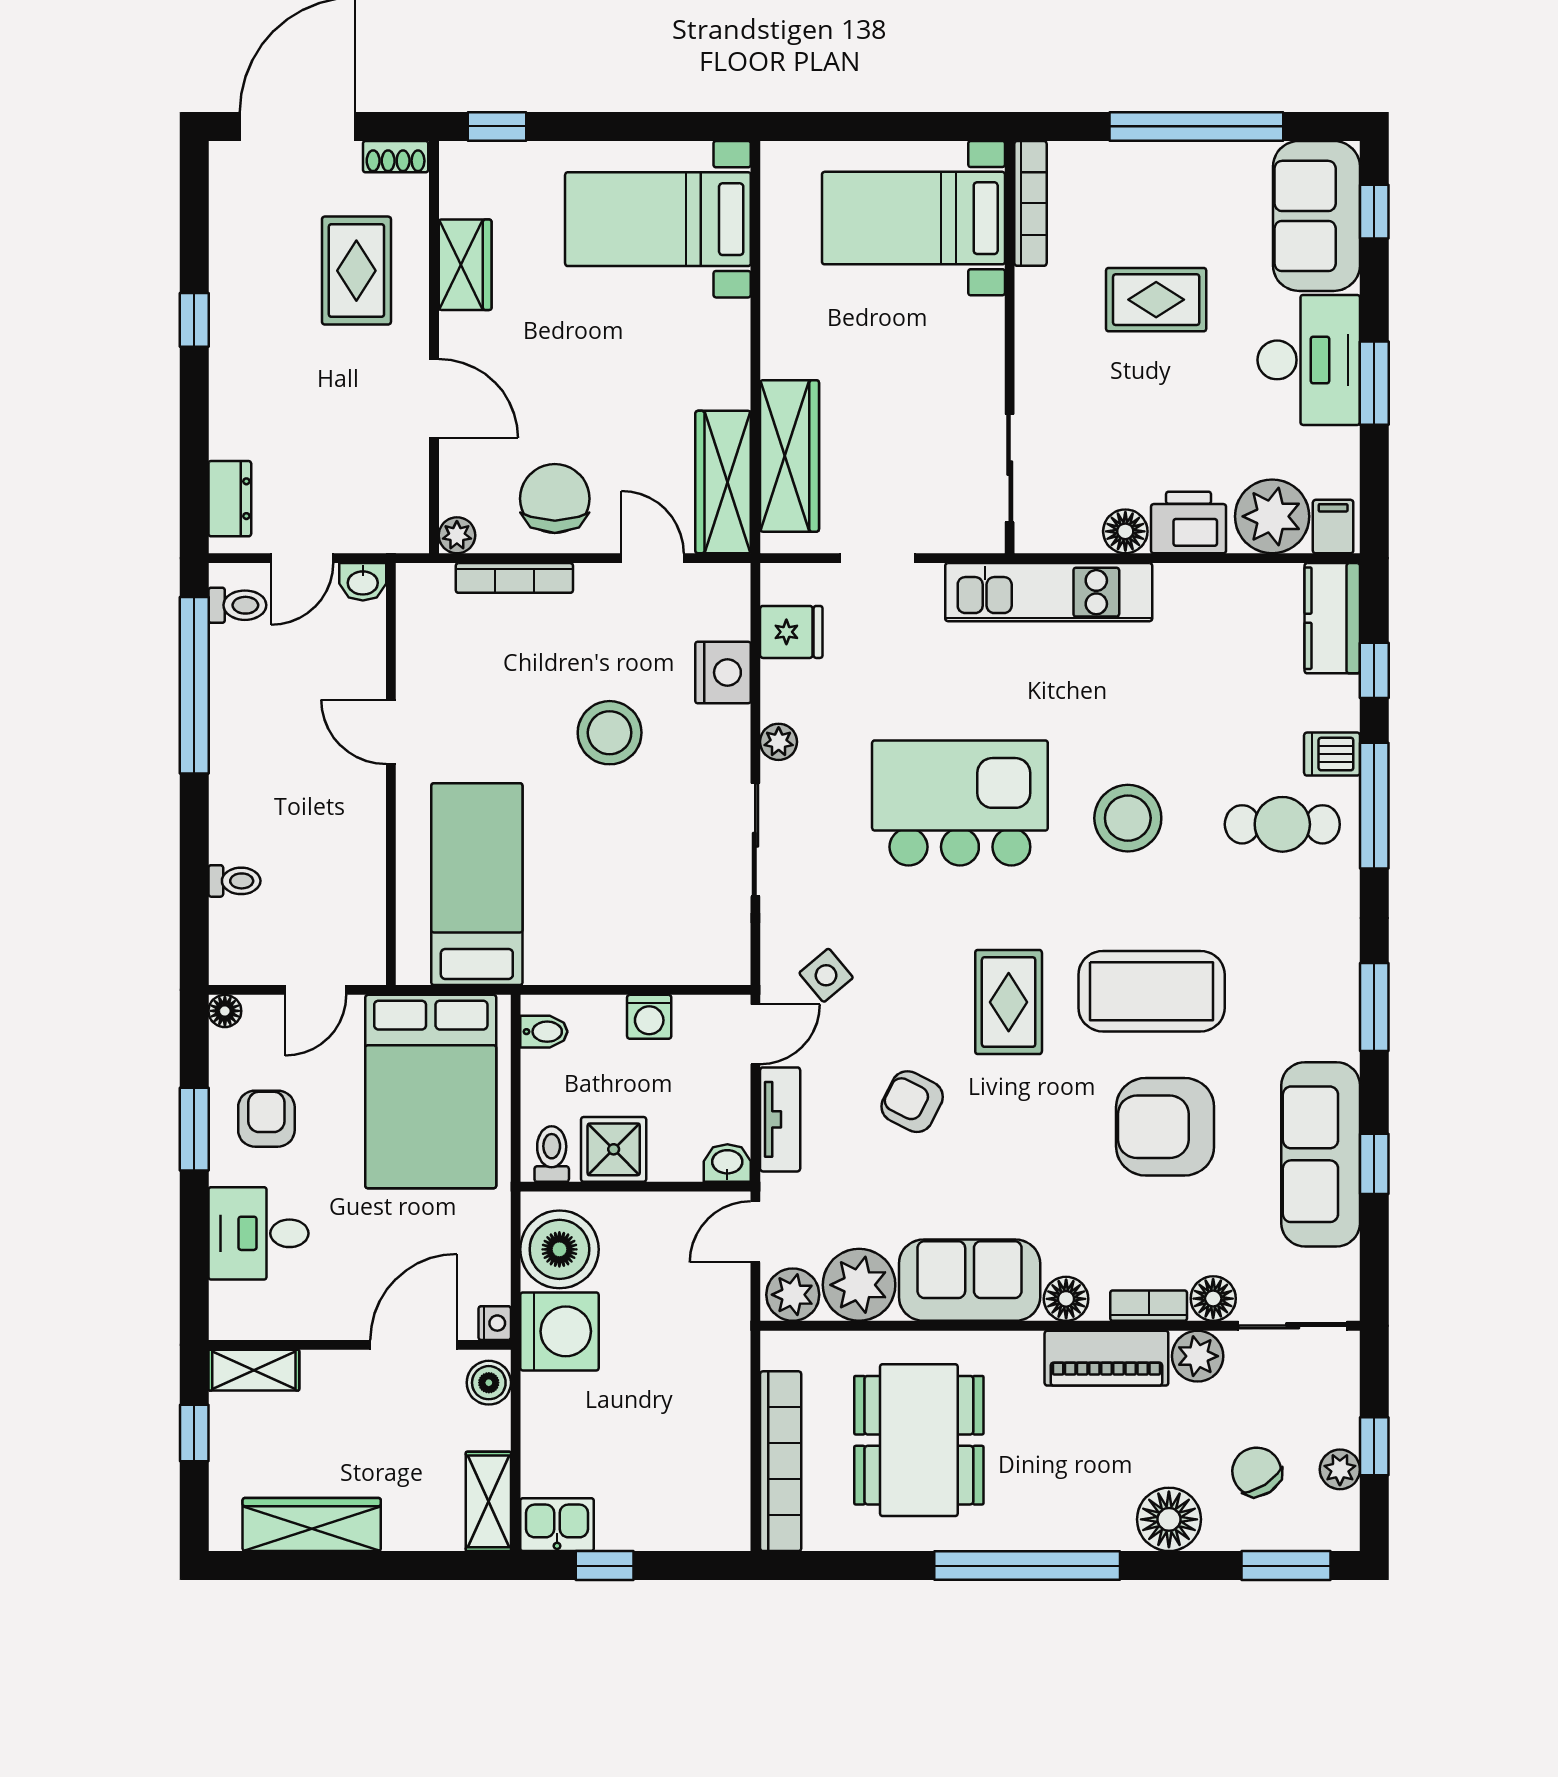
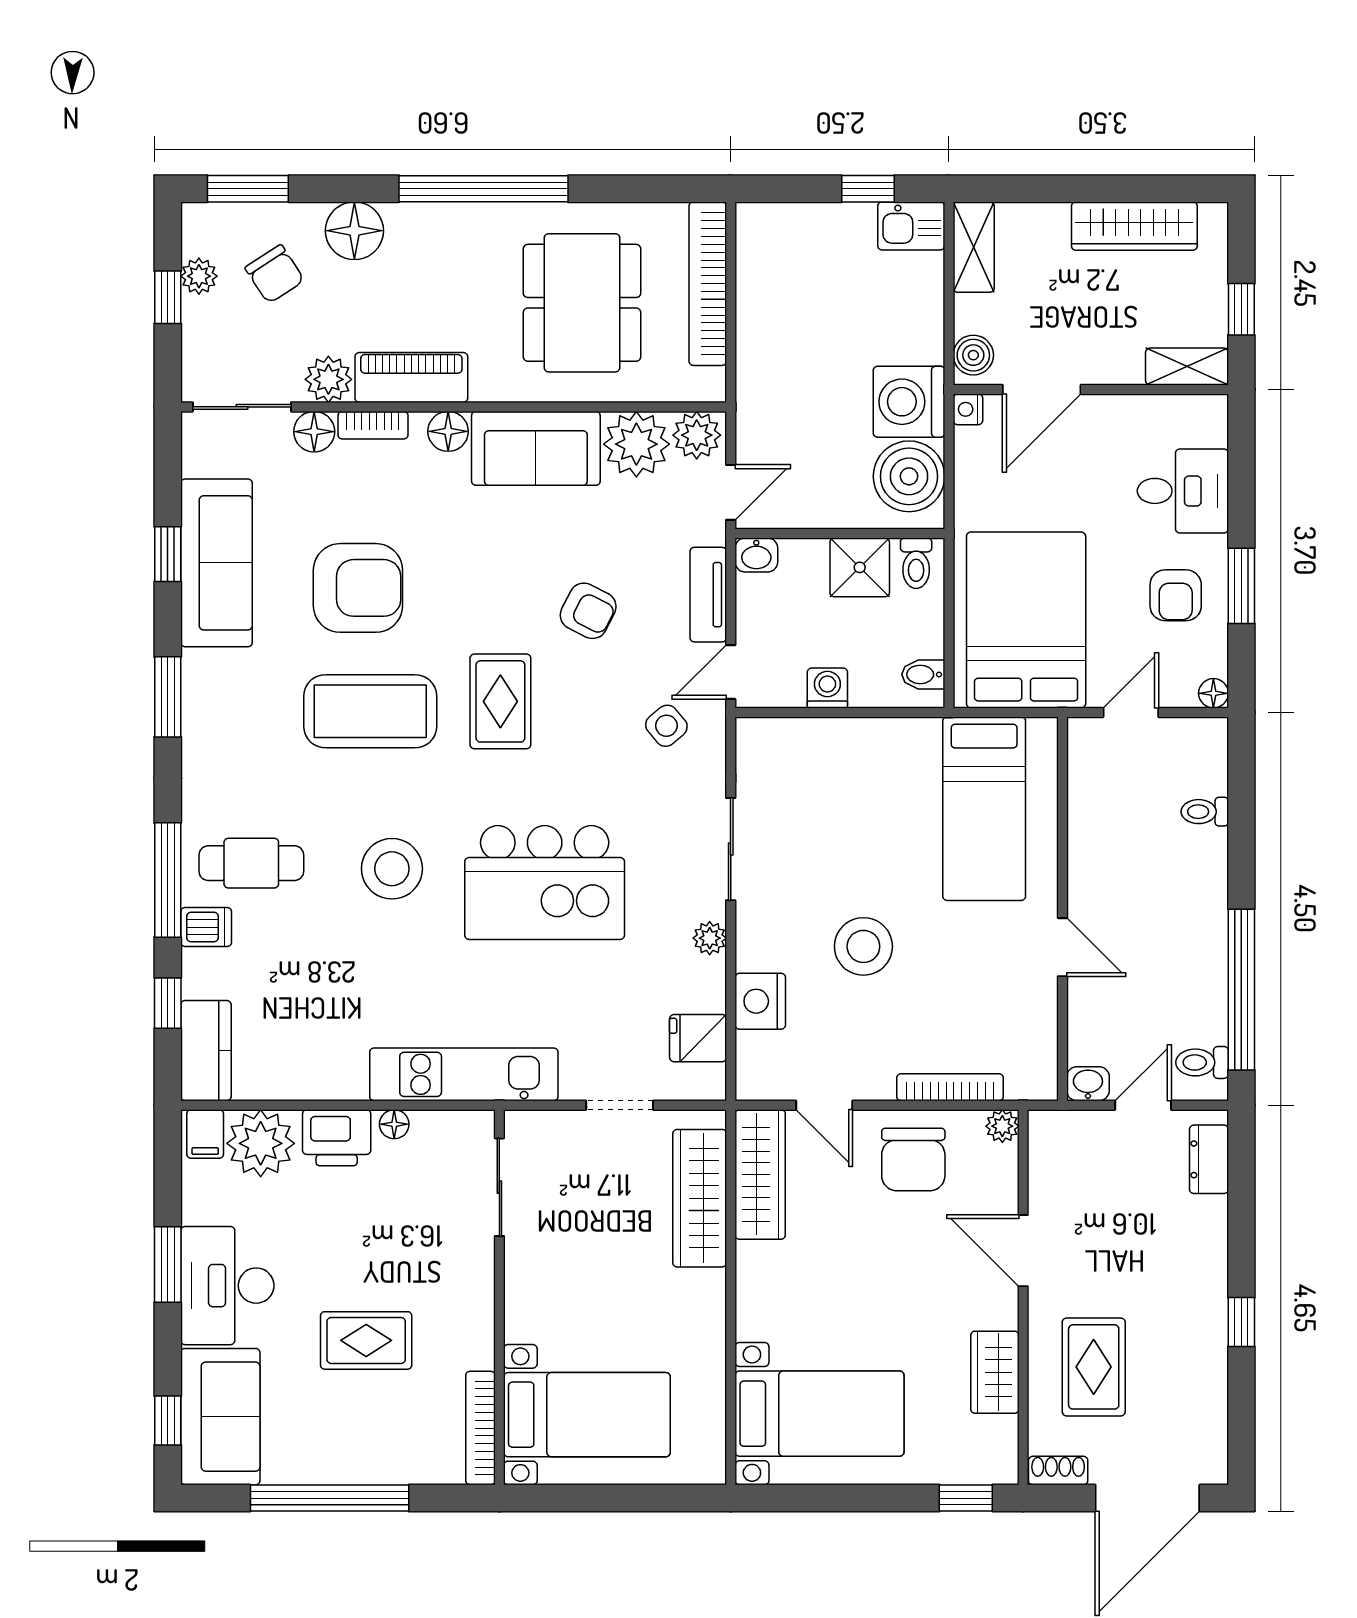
floor lamp: (1125, 531) -> (394, 1124), width x0.73, depth x0.73

